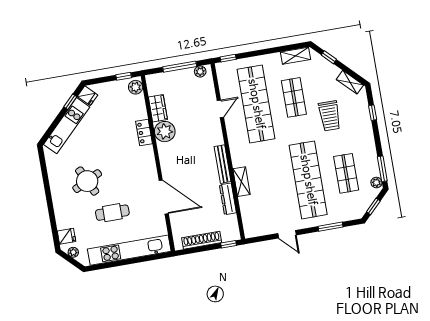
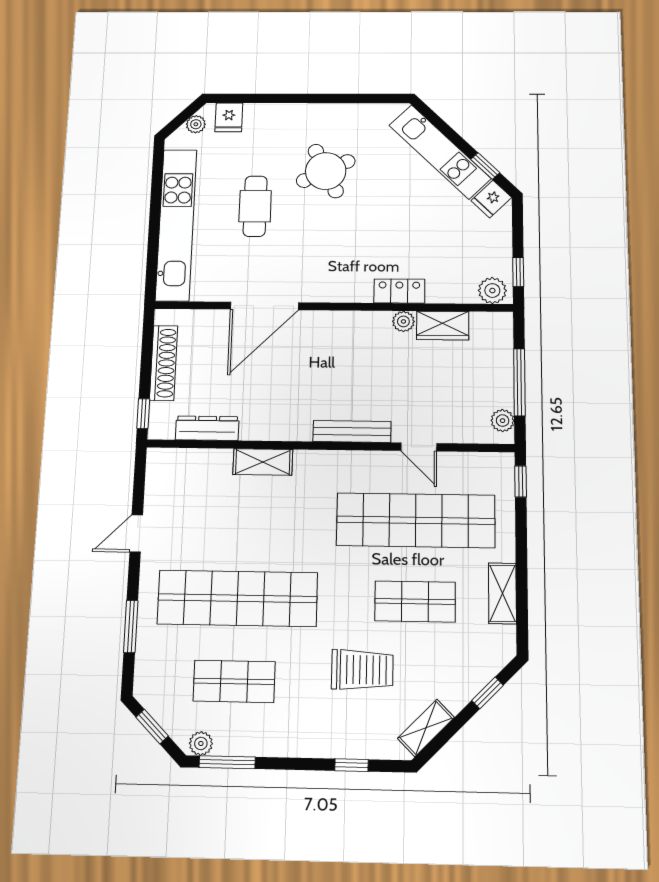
shelving: (295, 56) -> (502, 593), moved
trolley: (330, 116) -> (362, 670), turned 180
plant: (165, 132) -> (403, 321), width x0.53, depth x0.53
bench: (223, 164) -> (352, 431), moved
dresser: (228, 199) -> (207, 428), moved

